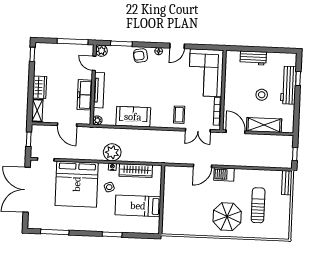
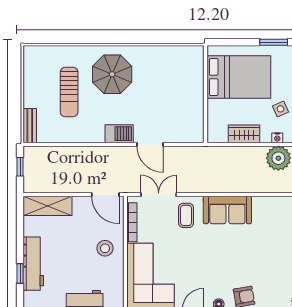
stool: (262, 95) -> (105, 248), moved
sofa: (133, 117) -> (227, 210), moved
shelving: (264, 125) -> (48, 206), moved
door: (202, 166) -> (150, 144), swing flipped
wardrobe: (136, 171) -> (244, 134), width x0.67
bed: (138, 206) -> (239, 77), width x1.50

